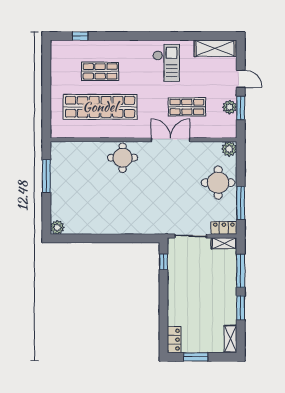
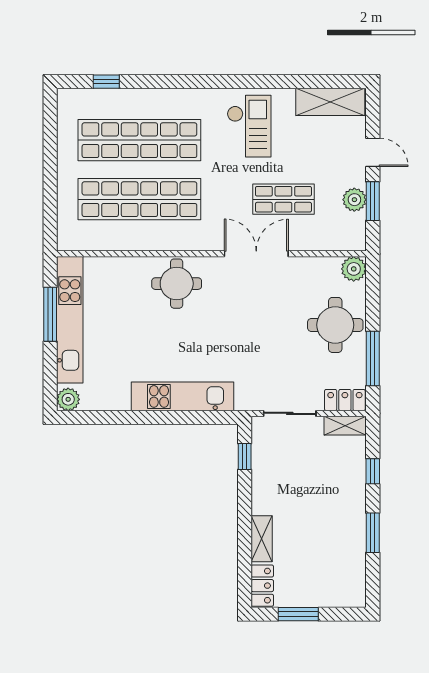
shop shelf: (100, 71) -> (139, 140), width x2.00, depth x1.36
kitchen unit: (58, 180) -> (70, 320), added
kitchen unit: (126, 226) -> (182, 396), added
window: (241, 271) -> (373, 471), width x0.46
shelving: (230, 339) -> (262, 539), moved

